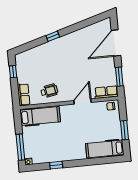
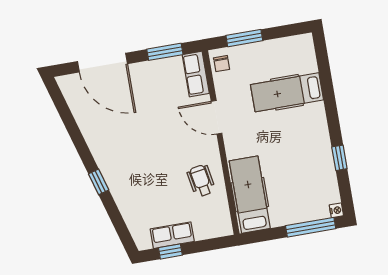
row of seats: (24, 95) -> (172, 235), moved
window: (125, 130) -> (244, 38), moved
hospital bed: (105, 149) -> (287, 92), moved, turned 90

